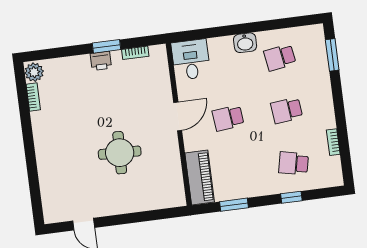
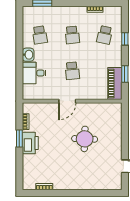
desk: (191, 60) -> (34, 73), moved
printer: (101, 61) -> (30, 143), width x1.87, depth x1.48
plant: (34, 72) -> (29, 184), removed
door: (178, 116) -> (67, 101), swing flipped
piano: (200, 178) -> (115, 84), moved, turned -90

